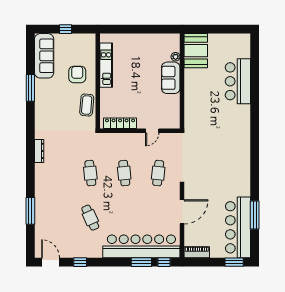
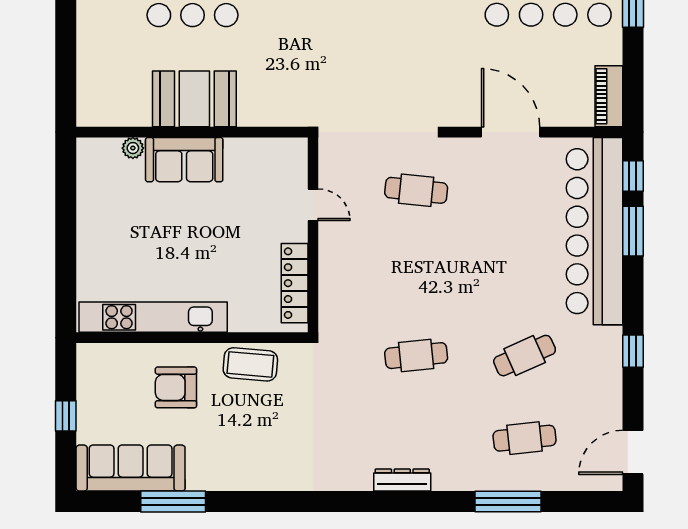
booth: (196, 51) -> (194, 99), moved
kitchen unit: (106, 65) -> (153, 317), width x1.36
window: (30, 88) -> (173, 502), moved
dresser: (39, 151) -> (402, 480), moved
cafe table: (124, 173) -> (525, 438), moved
window: (80, 262) -> (633, 351), moved

